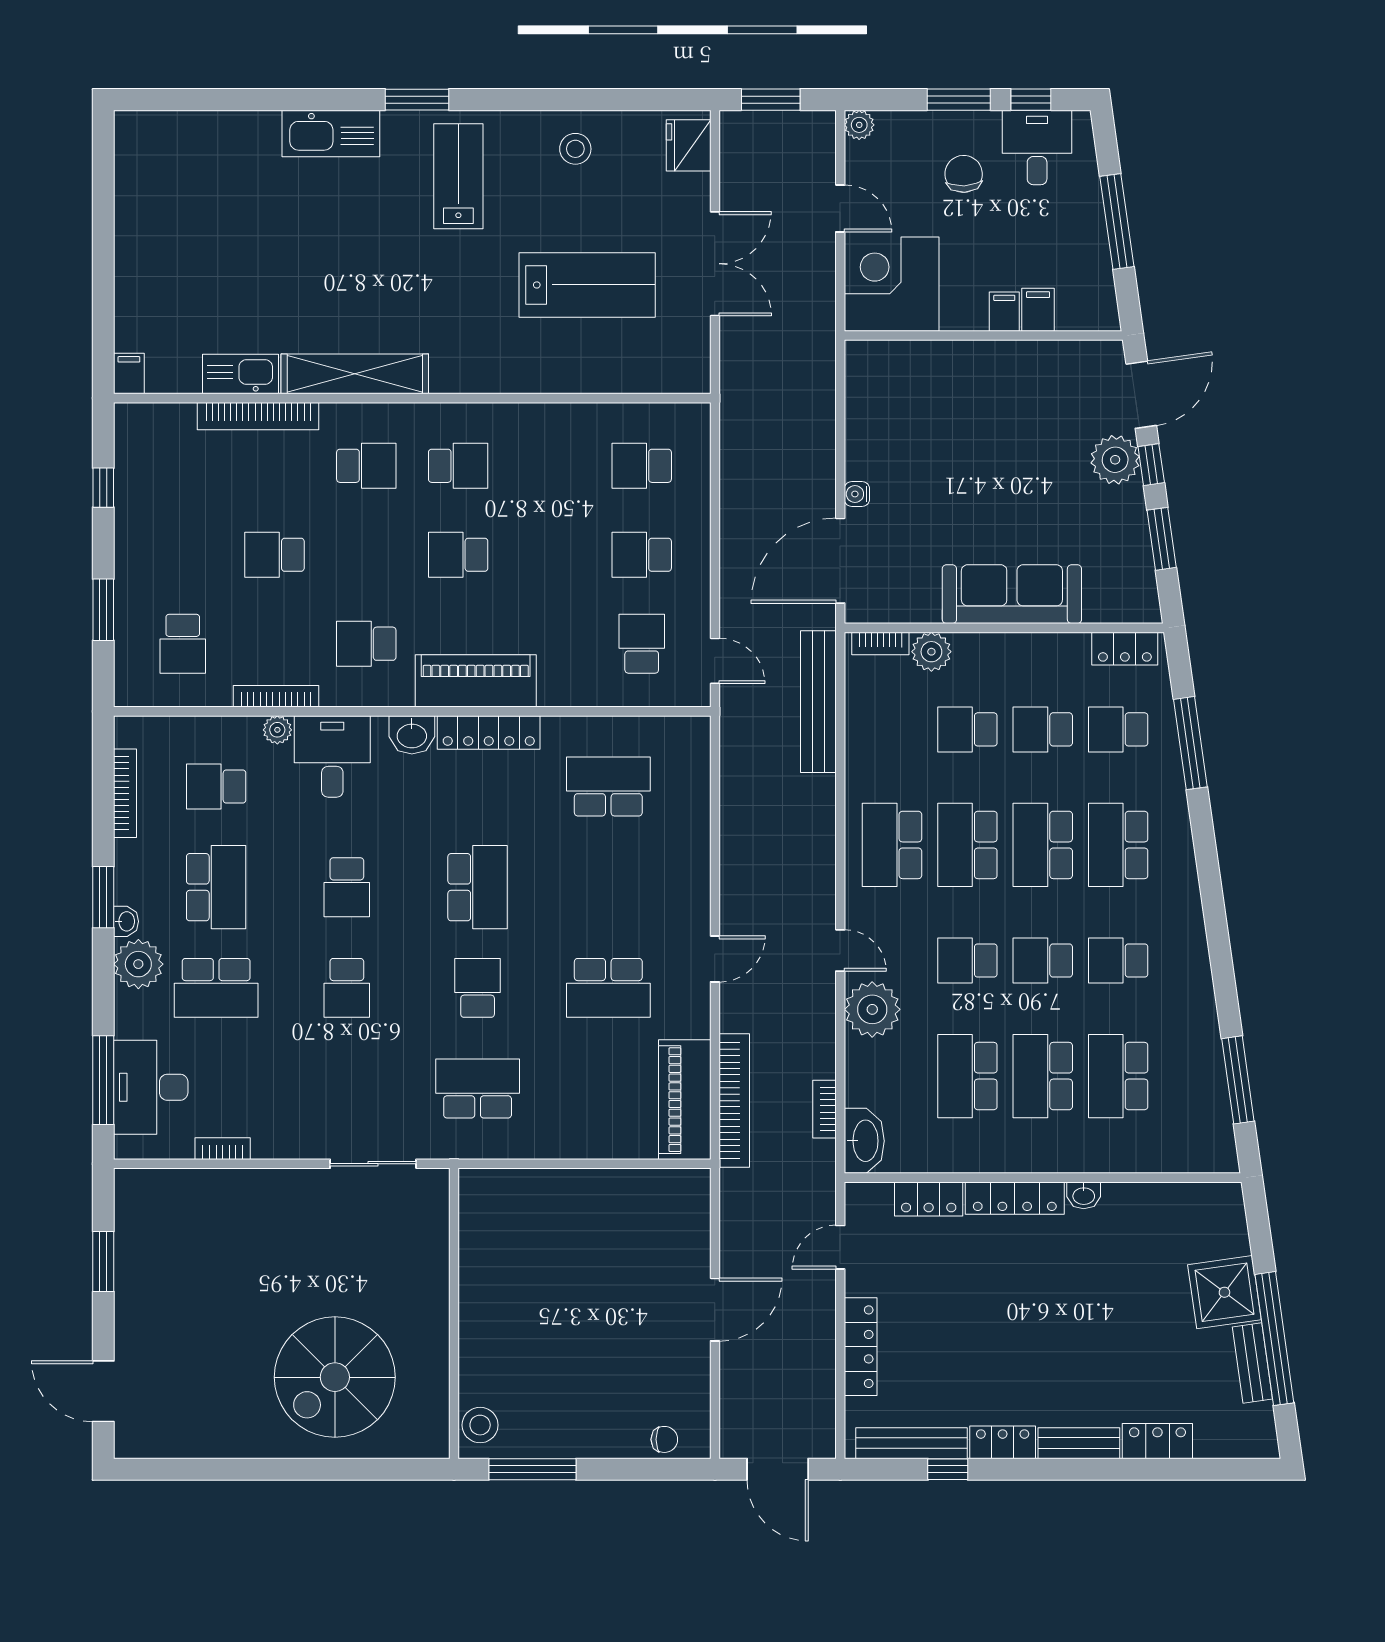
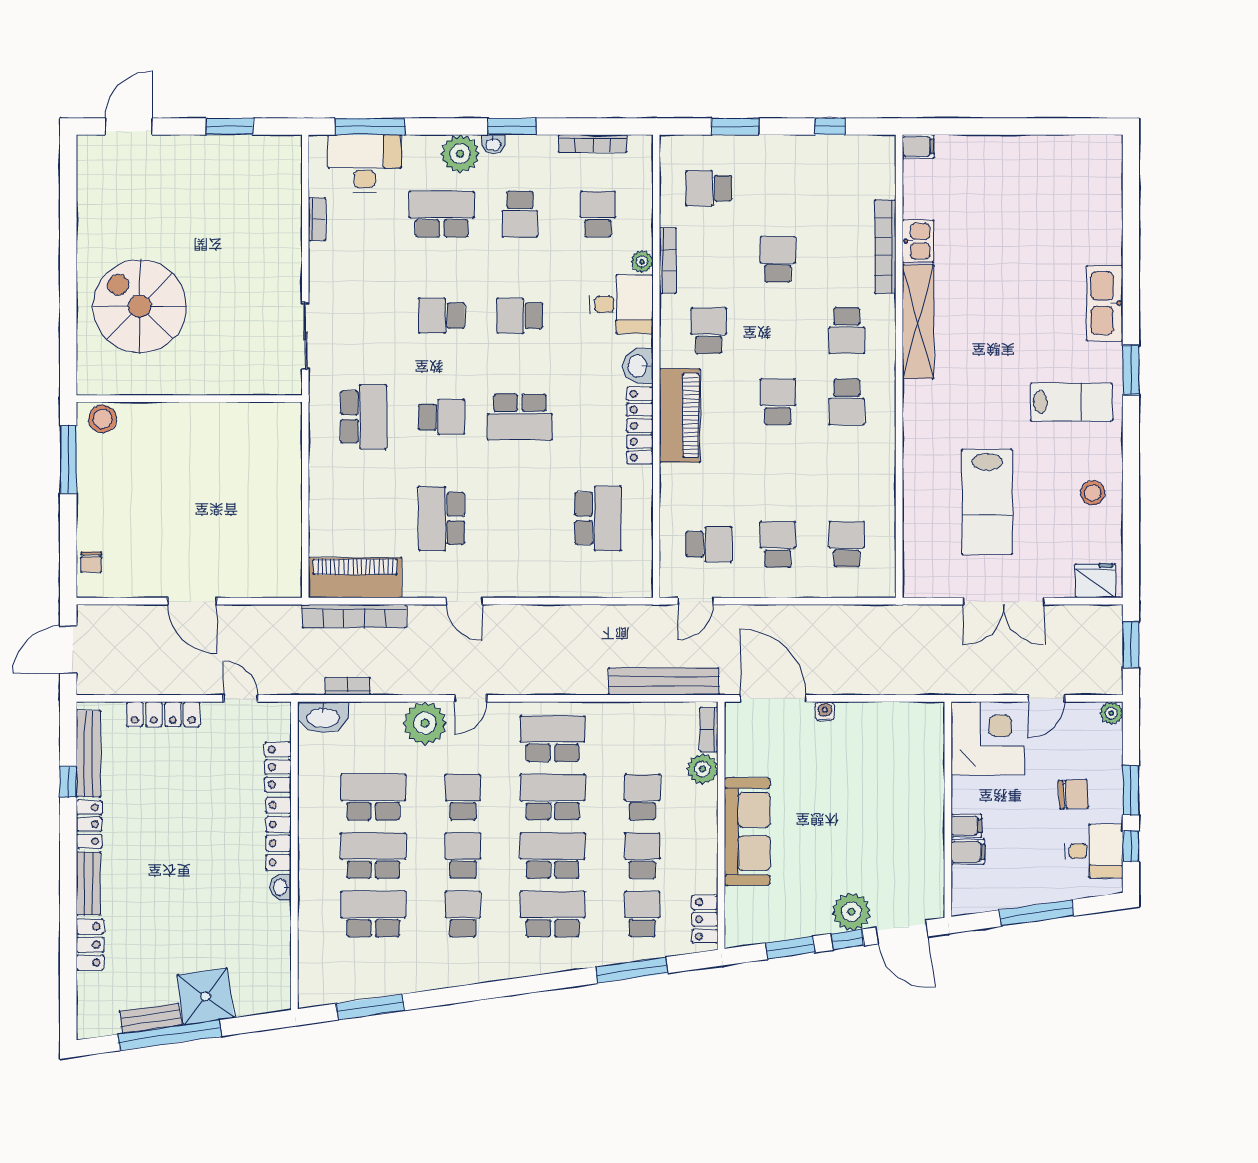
kitchen sink: (241, 374) -> (918, 241), width x0.73
school desk: (216, 887) -> (520, 214), width x0.54
school desk: (216, 988) -> (442, 214), turned 90

